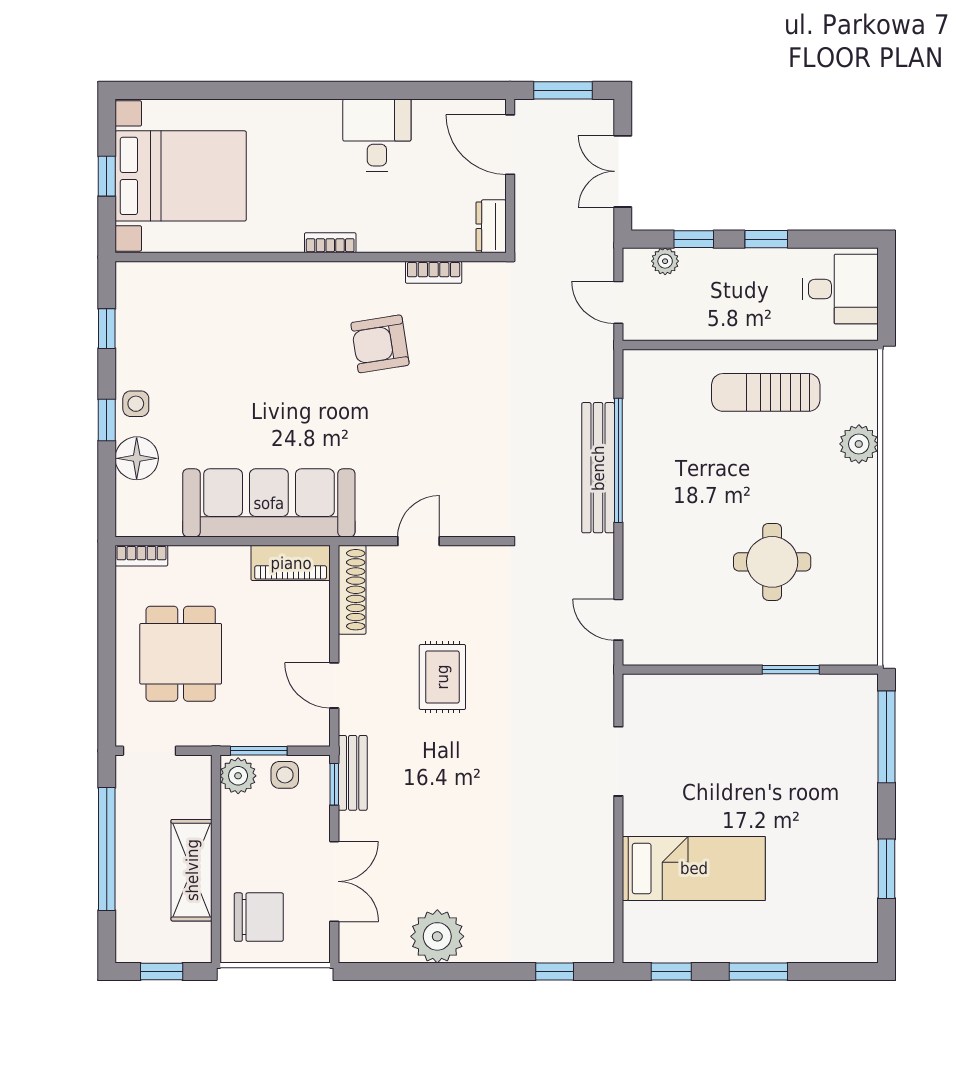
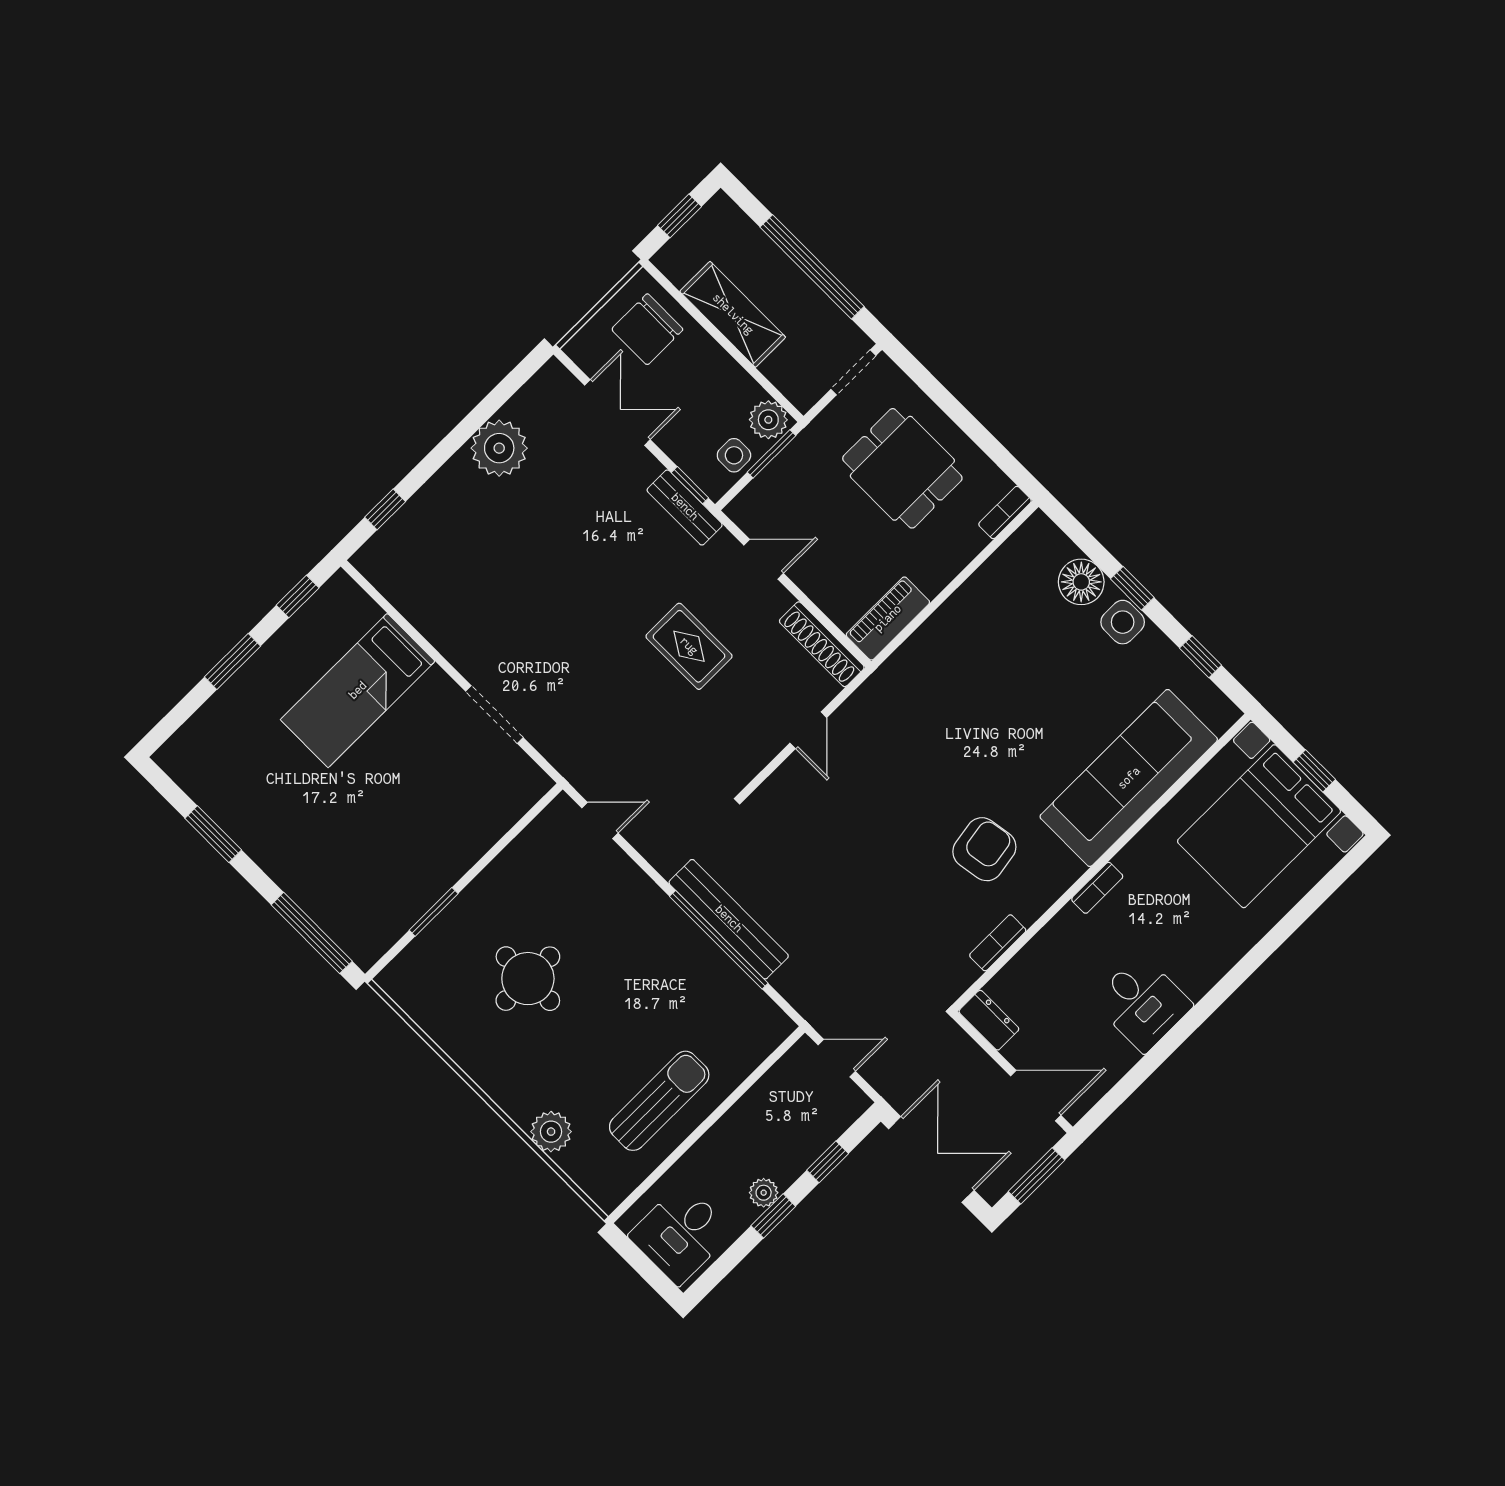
double door: (623, 171) -> (931, 1160), width x1.37
plant: (665, 261) -> (764, 1193), moved
side table: (136, 404) -> (1123, 622), width x1.37, depth x1.37
sofa: (269, 503) -> (1129, 778), moved, turned 180
double door: (334, 881) -> (617, 412), swing flipped

